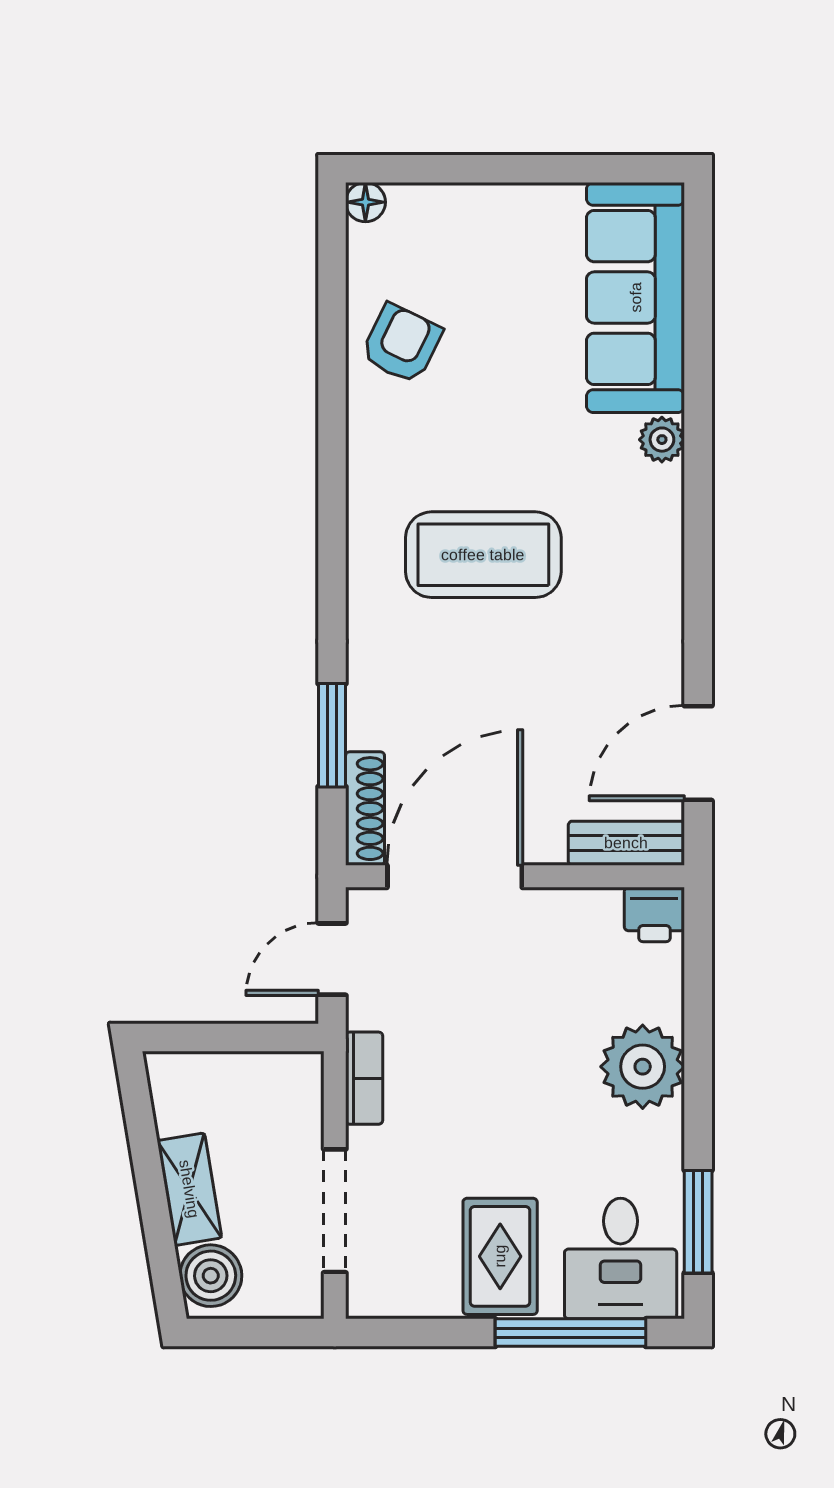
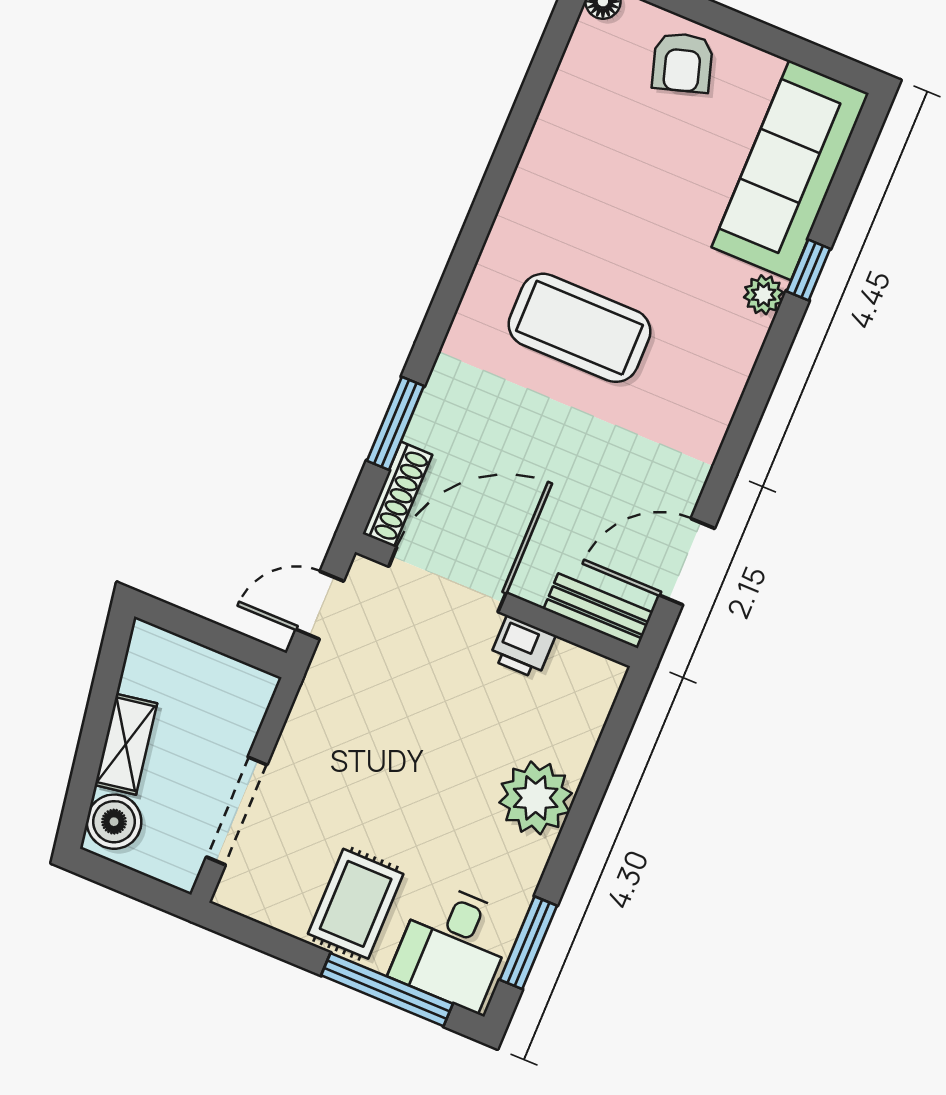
armchair: (402, 344) -> (682, 62), moved, turned 137
window: (698, 394) -> (808, 270), added
printer: (654, 915) -> (522, 647), moved
bookcase: (364, 1078) -> (305, 713), removed

